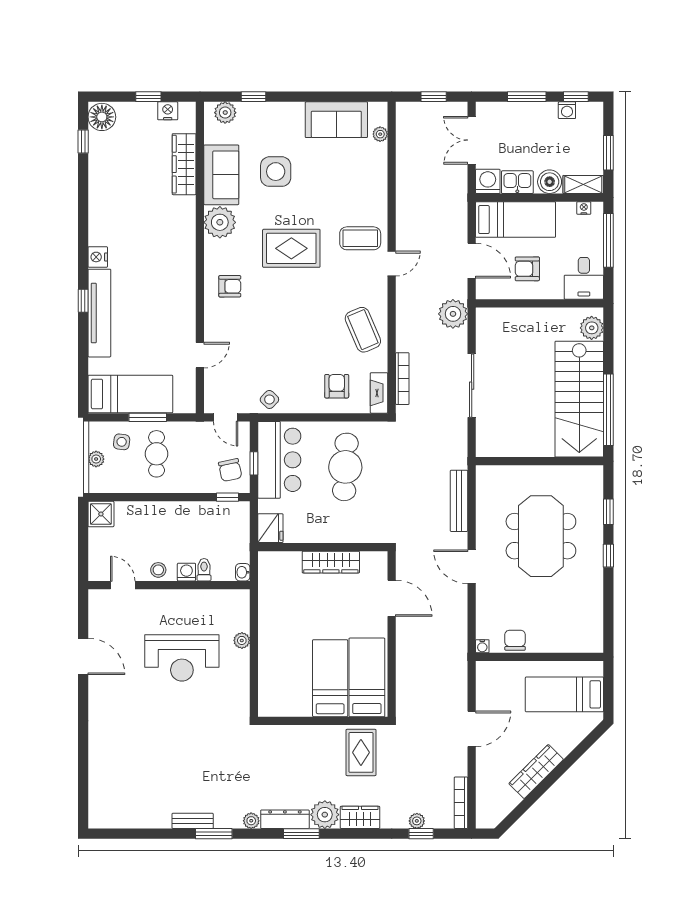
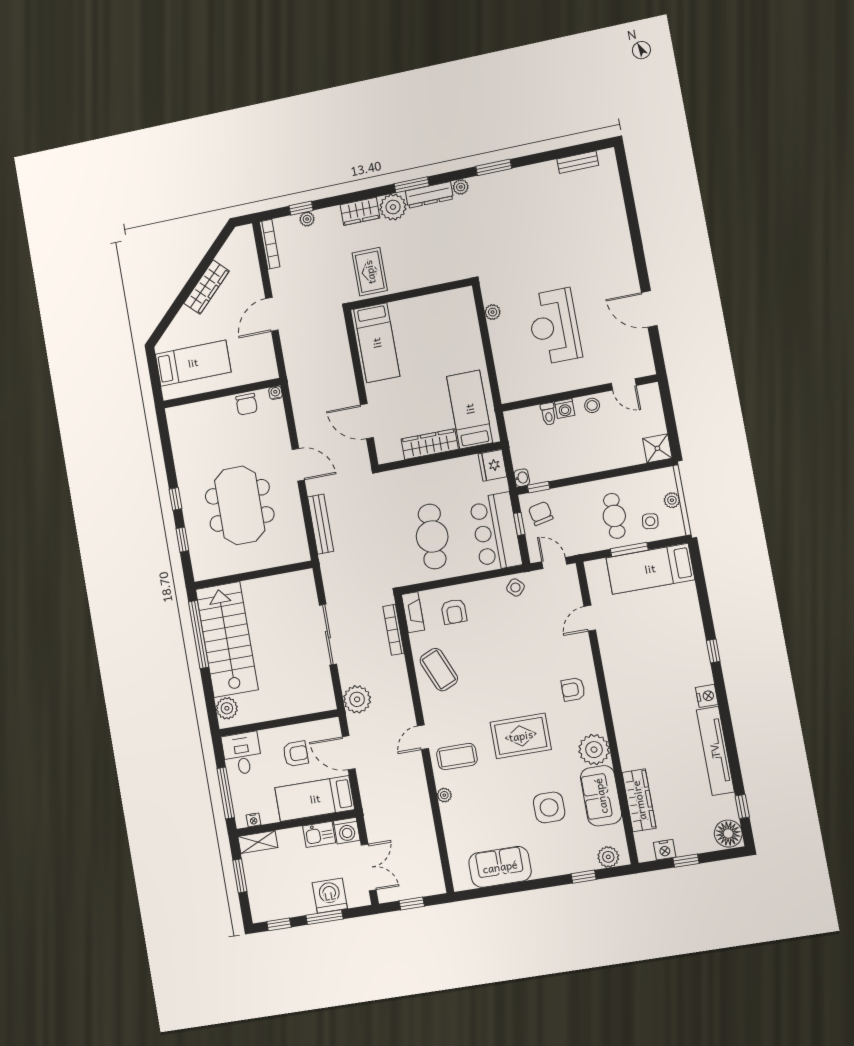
washing machine: (567, 110) -> (330, 896), moved, width x1.89, depth x1.89
plant: (380, 134) -> (444, 795), moved
boiler: (550, 182) -> (289, 840), removed
tv unit: (99, 313) -> (715, 751), moved
washbasin: (243, 572) -> (522, 478), moved
plant: (242, 640) -> (493, 312), moved
reception desk: (182, 658) -> (554, 326), turned -90
bed: (330, 678) -> (470, 409), moved, turned 180
bench: (193, 821) -> (578, 162), moved

